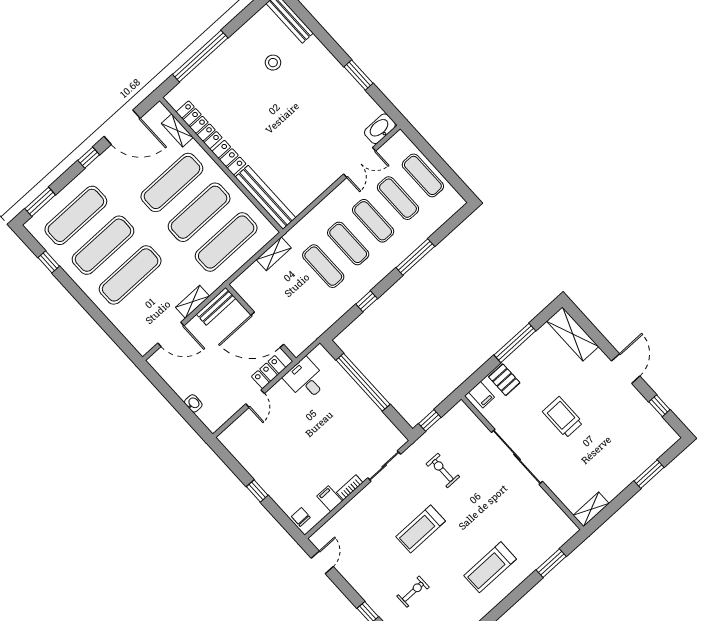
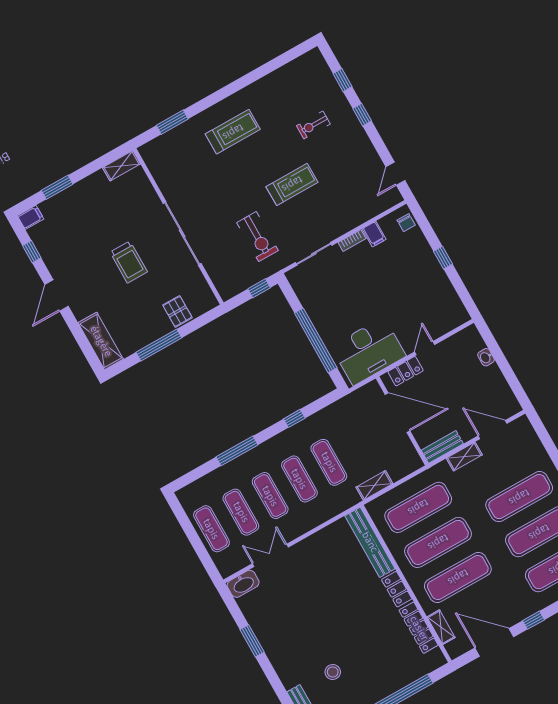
desk: (306, 379) -> (369, 351), width x1.87, depth x1.30
filing cabinet: (482, 395) -> (31, 217), moved, turned 90
exercise bike: (443, 470) -> (258, 237), width x1.38, depth x1.39

